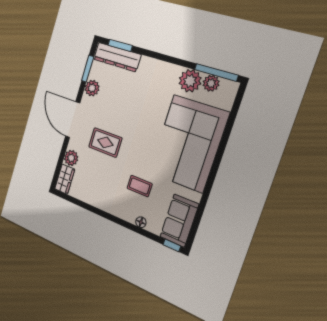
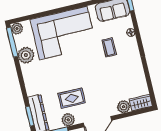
plant: (211, 83) -> (17, 28), moved
rug: (105, 142) -> (72, 98), moved, turned 90

